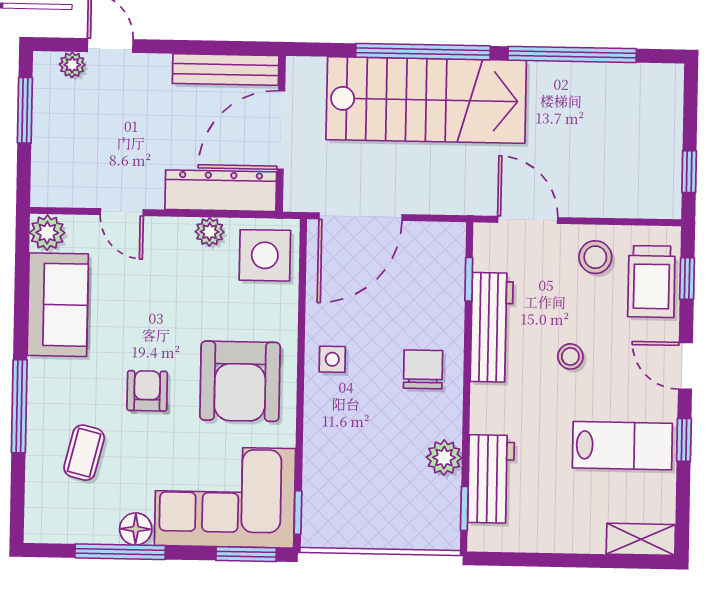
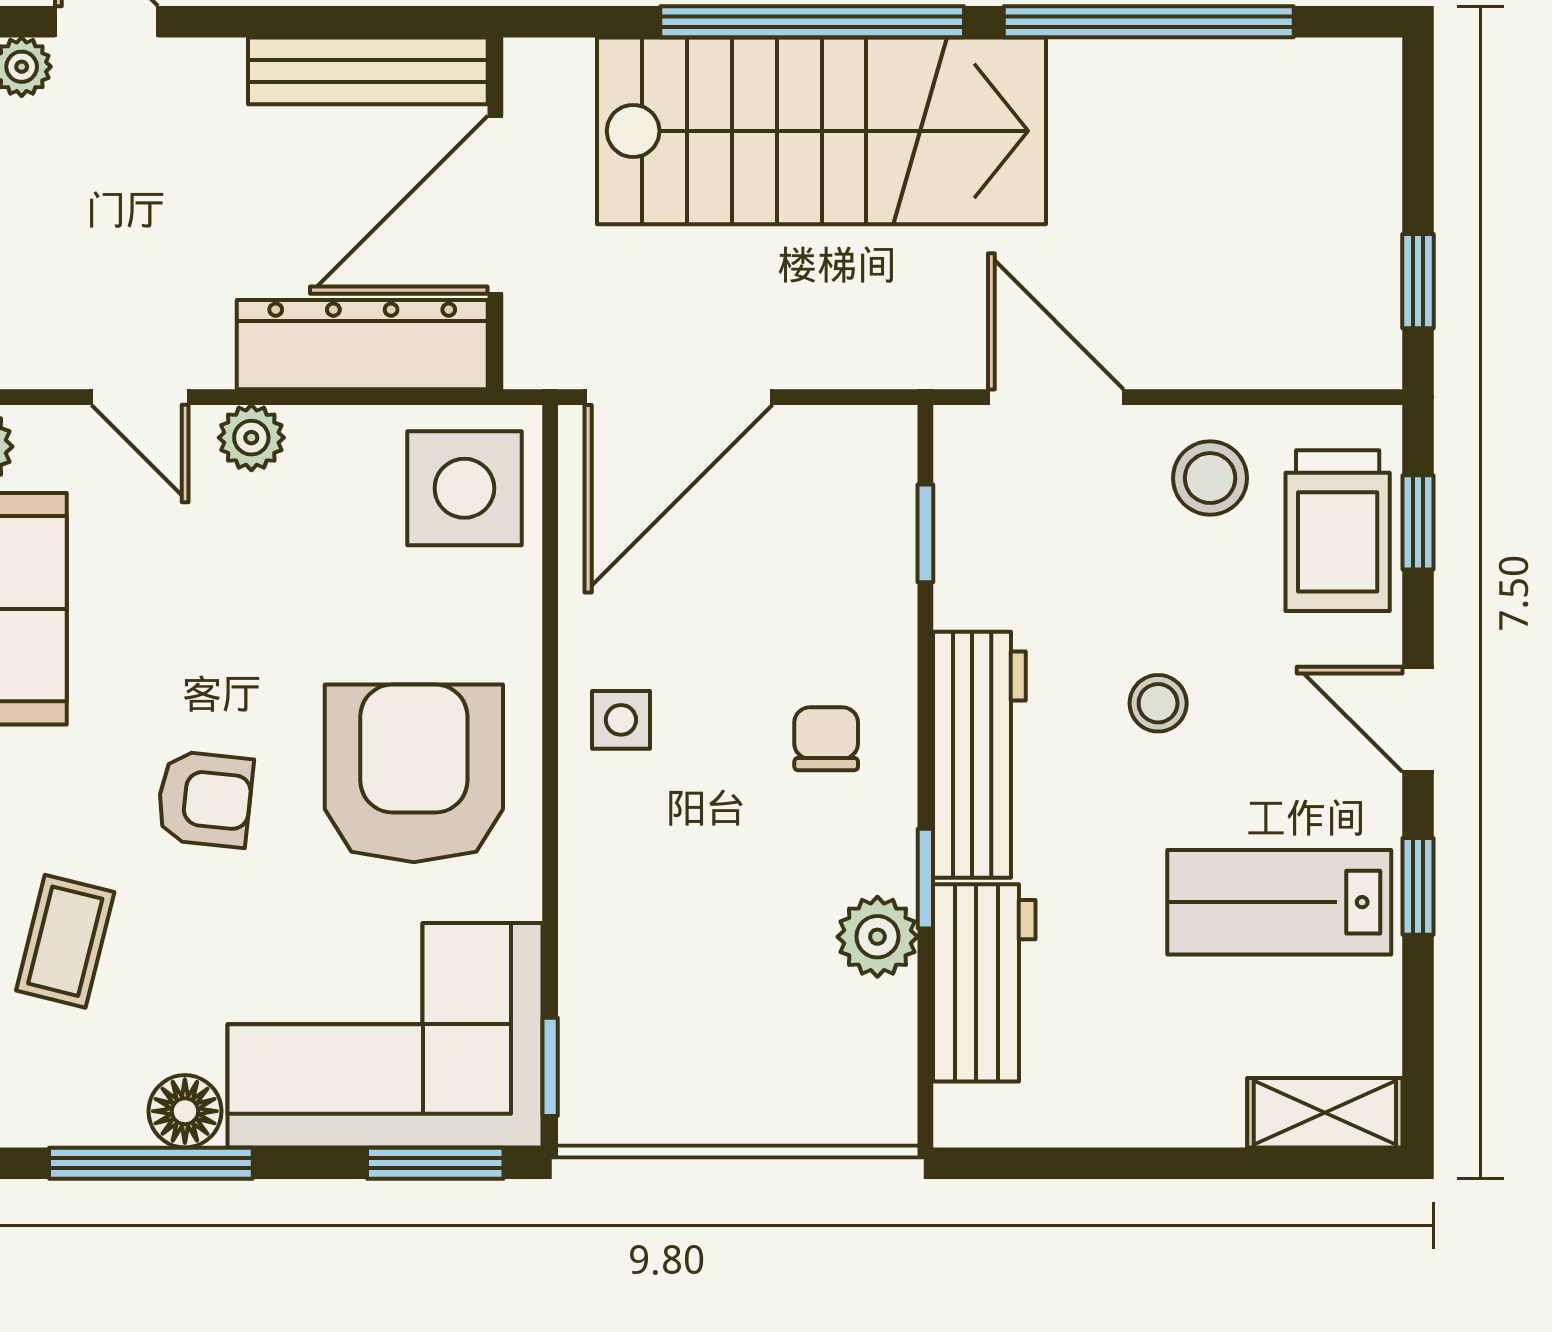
plant: (210, 232) -> (251, 438), moved
workbench: (492, 327) -> (979, 755), moved
chair: (423, 369) -> (826, 739), width x0.73, depth x0.73
armchair: (240, 381) -> (414, 773), turned 180
armchair: (147, 391) -> (205, 799), turned 96
lab bench: (622, 446) -> (1279, 902), turned 180
window: (464, 508) -> (925, 879), moved

